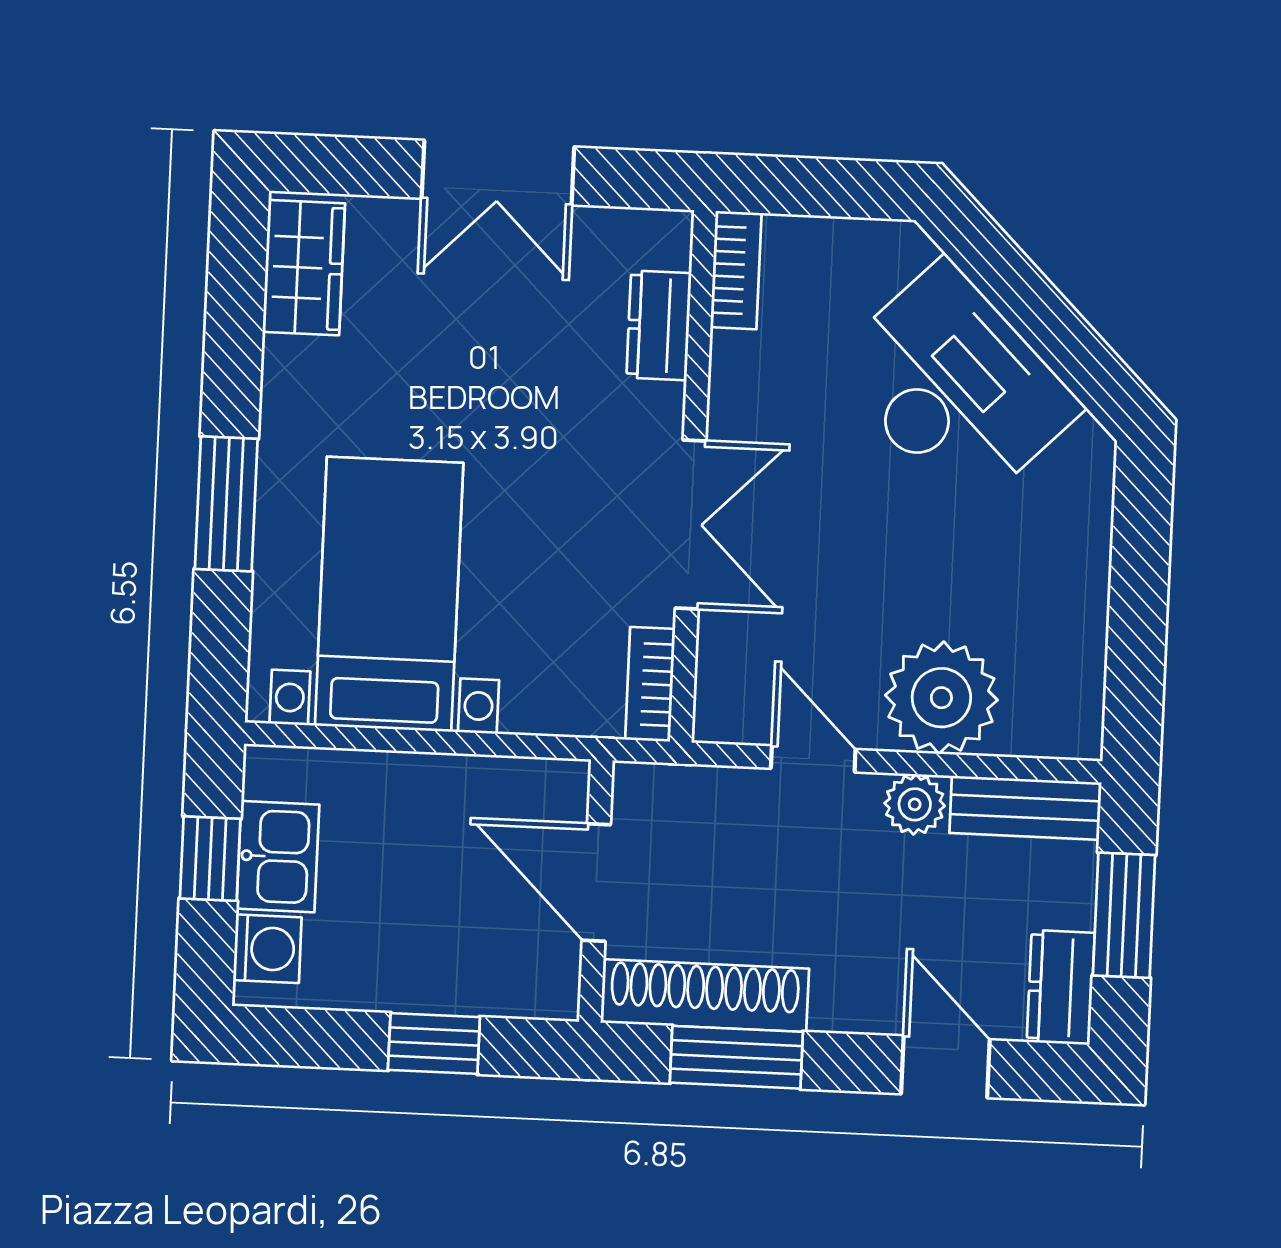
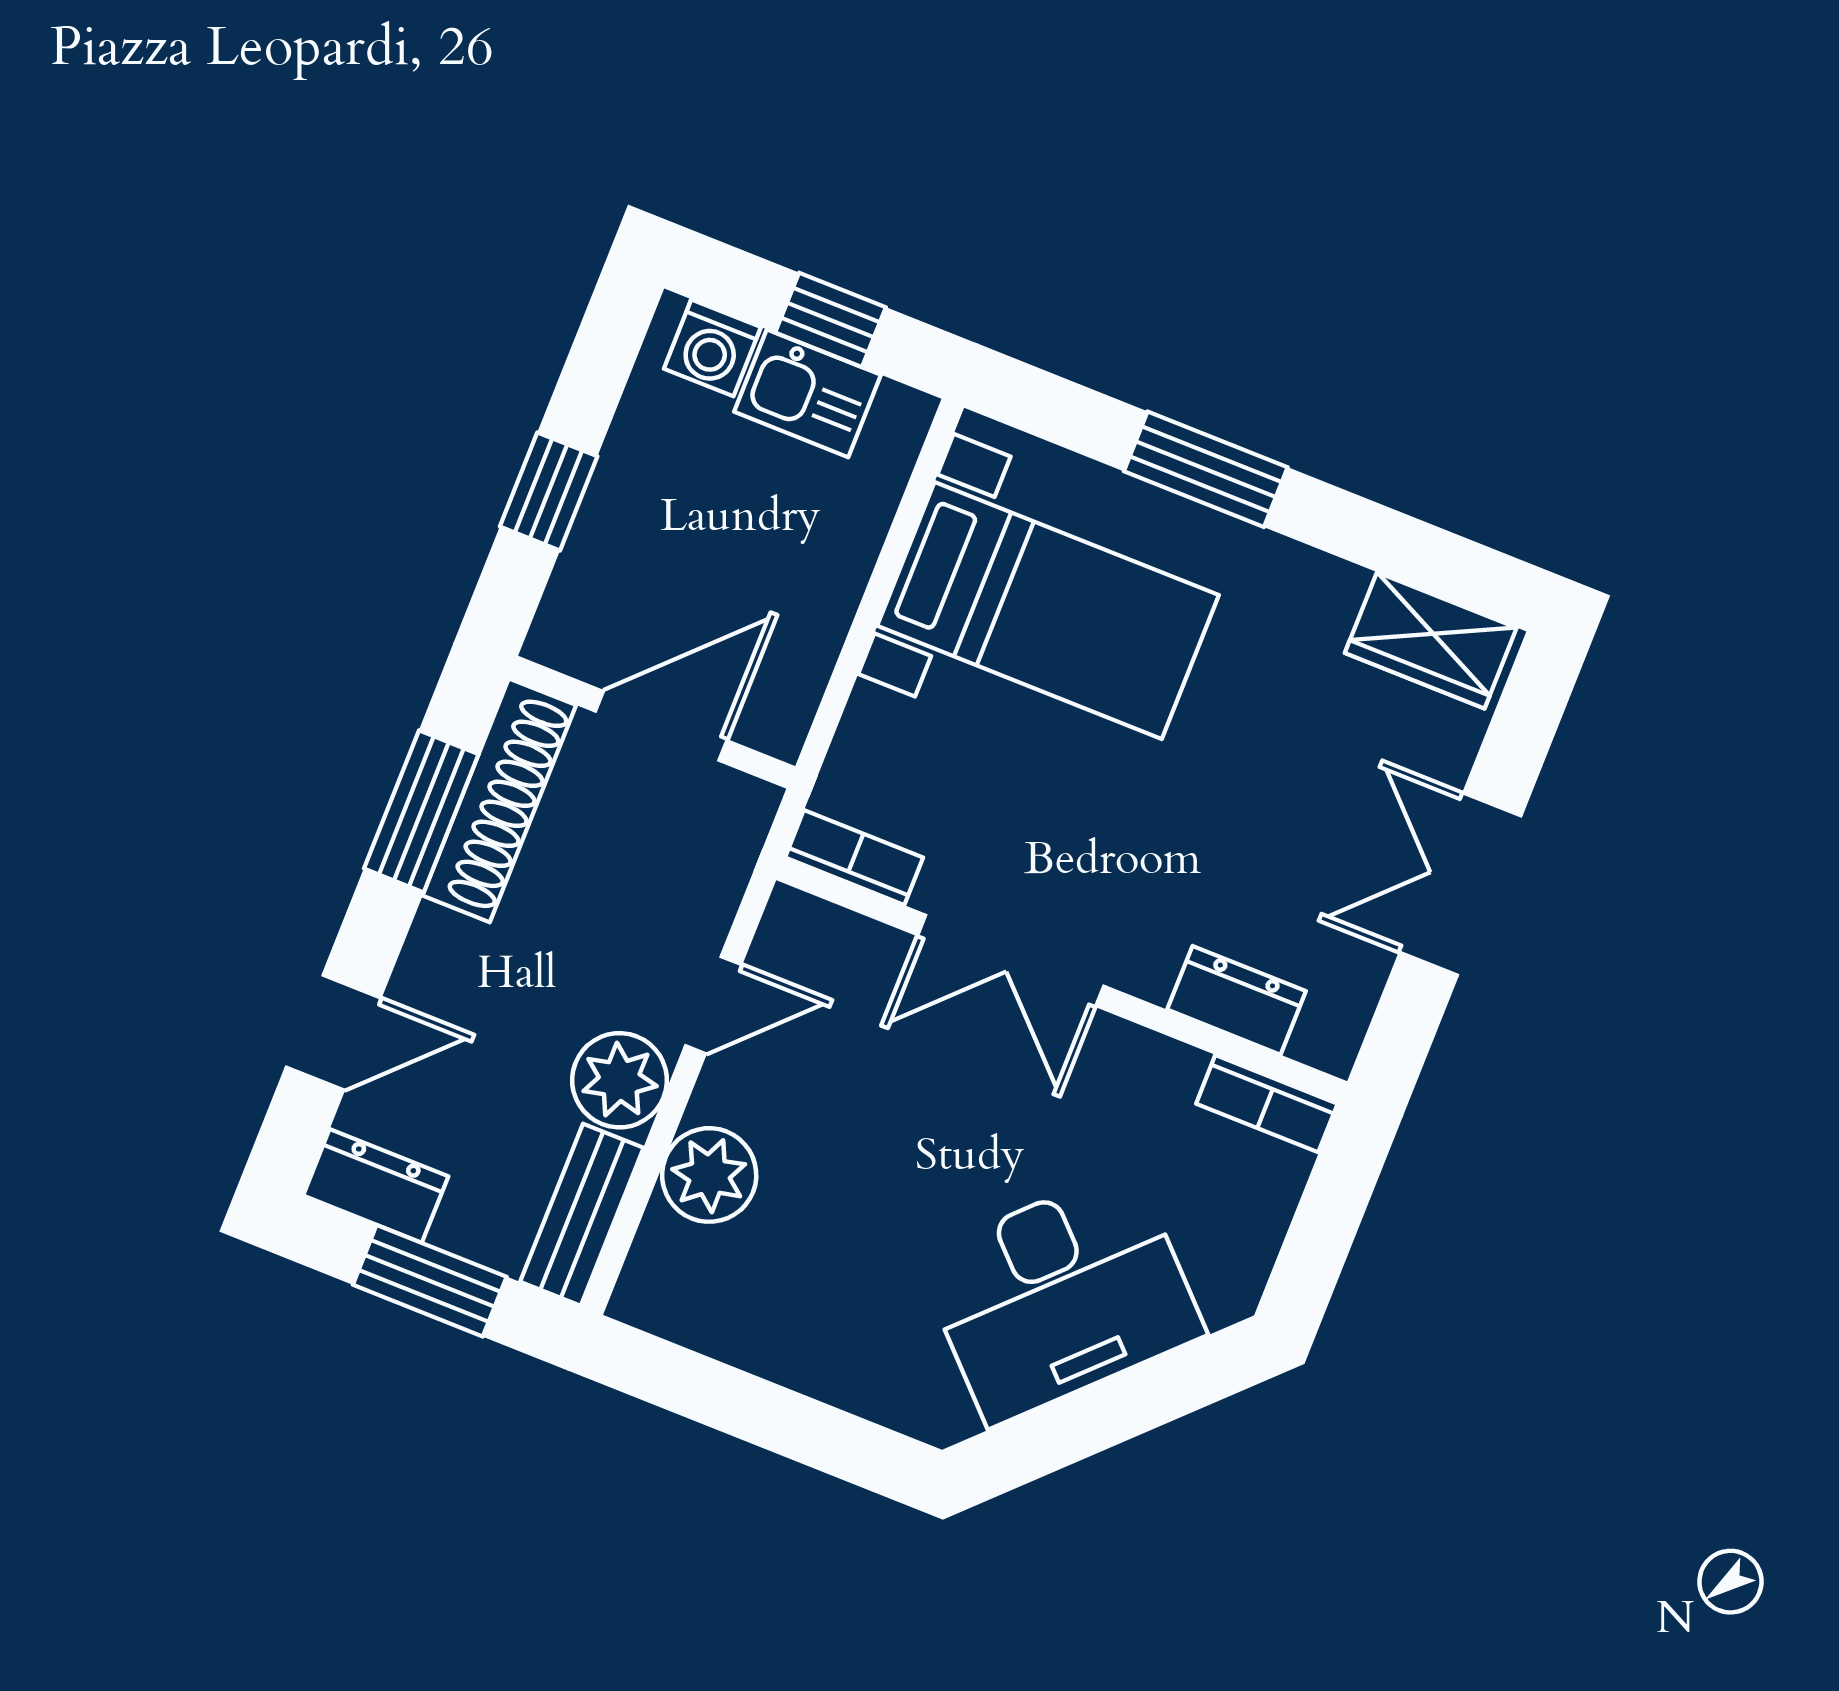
plant: (941, 698) -> (709, 1175), width x0.73, depth x0.73
plant: (915, 804) -> (619, 1080), width x1.38, depth x1.38

